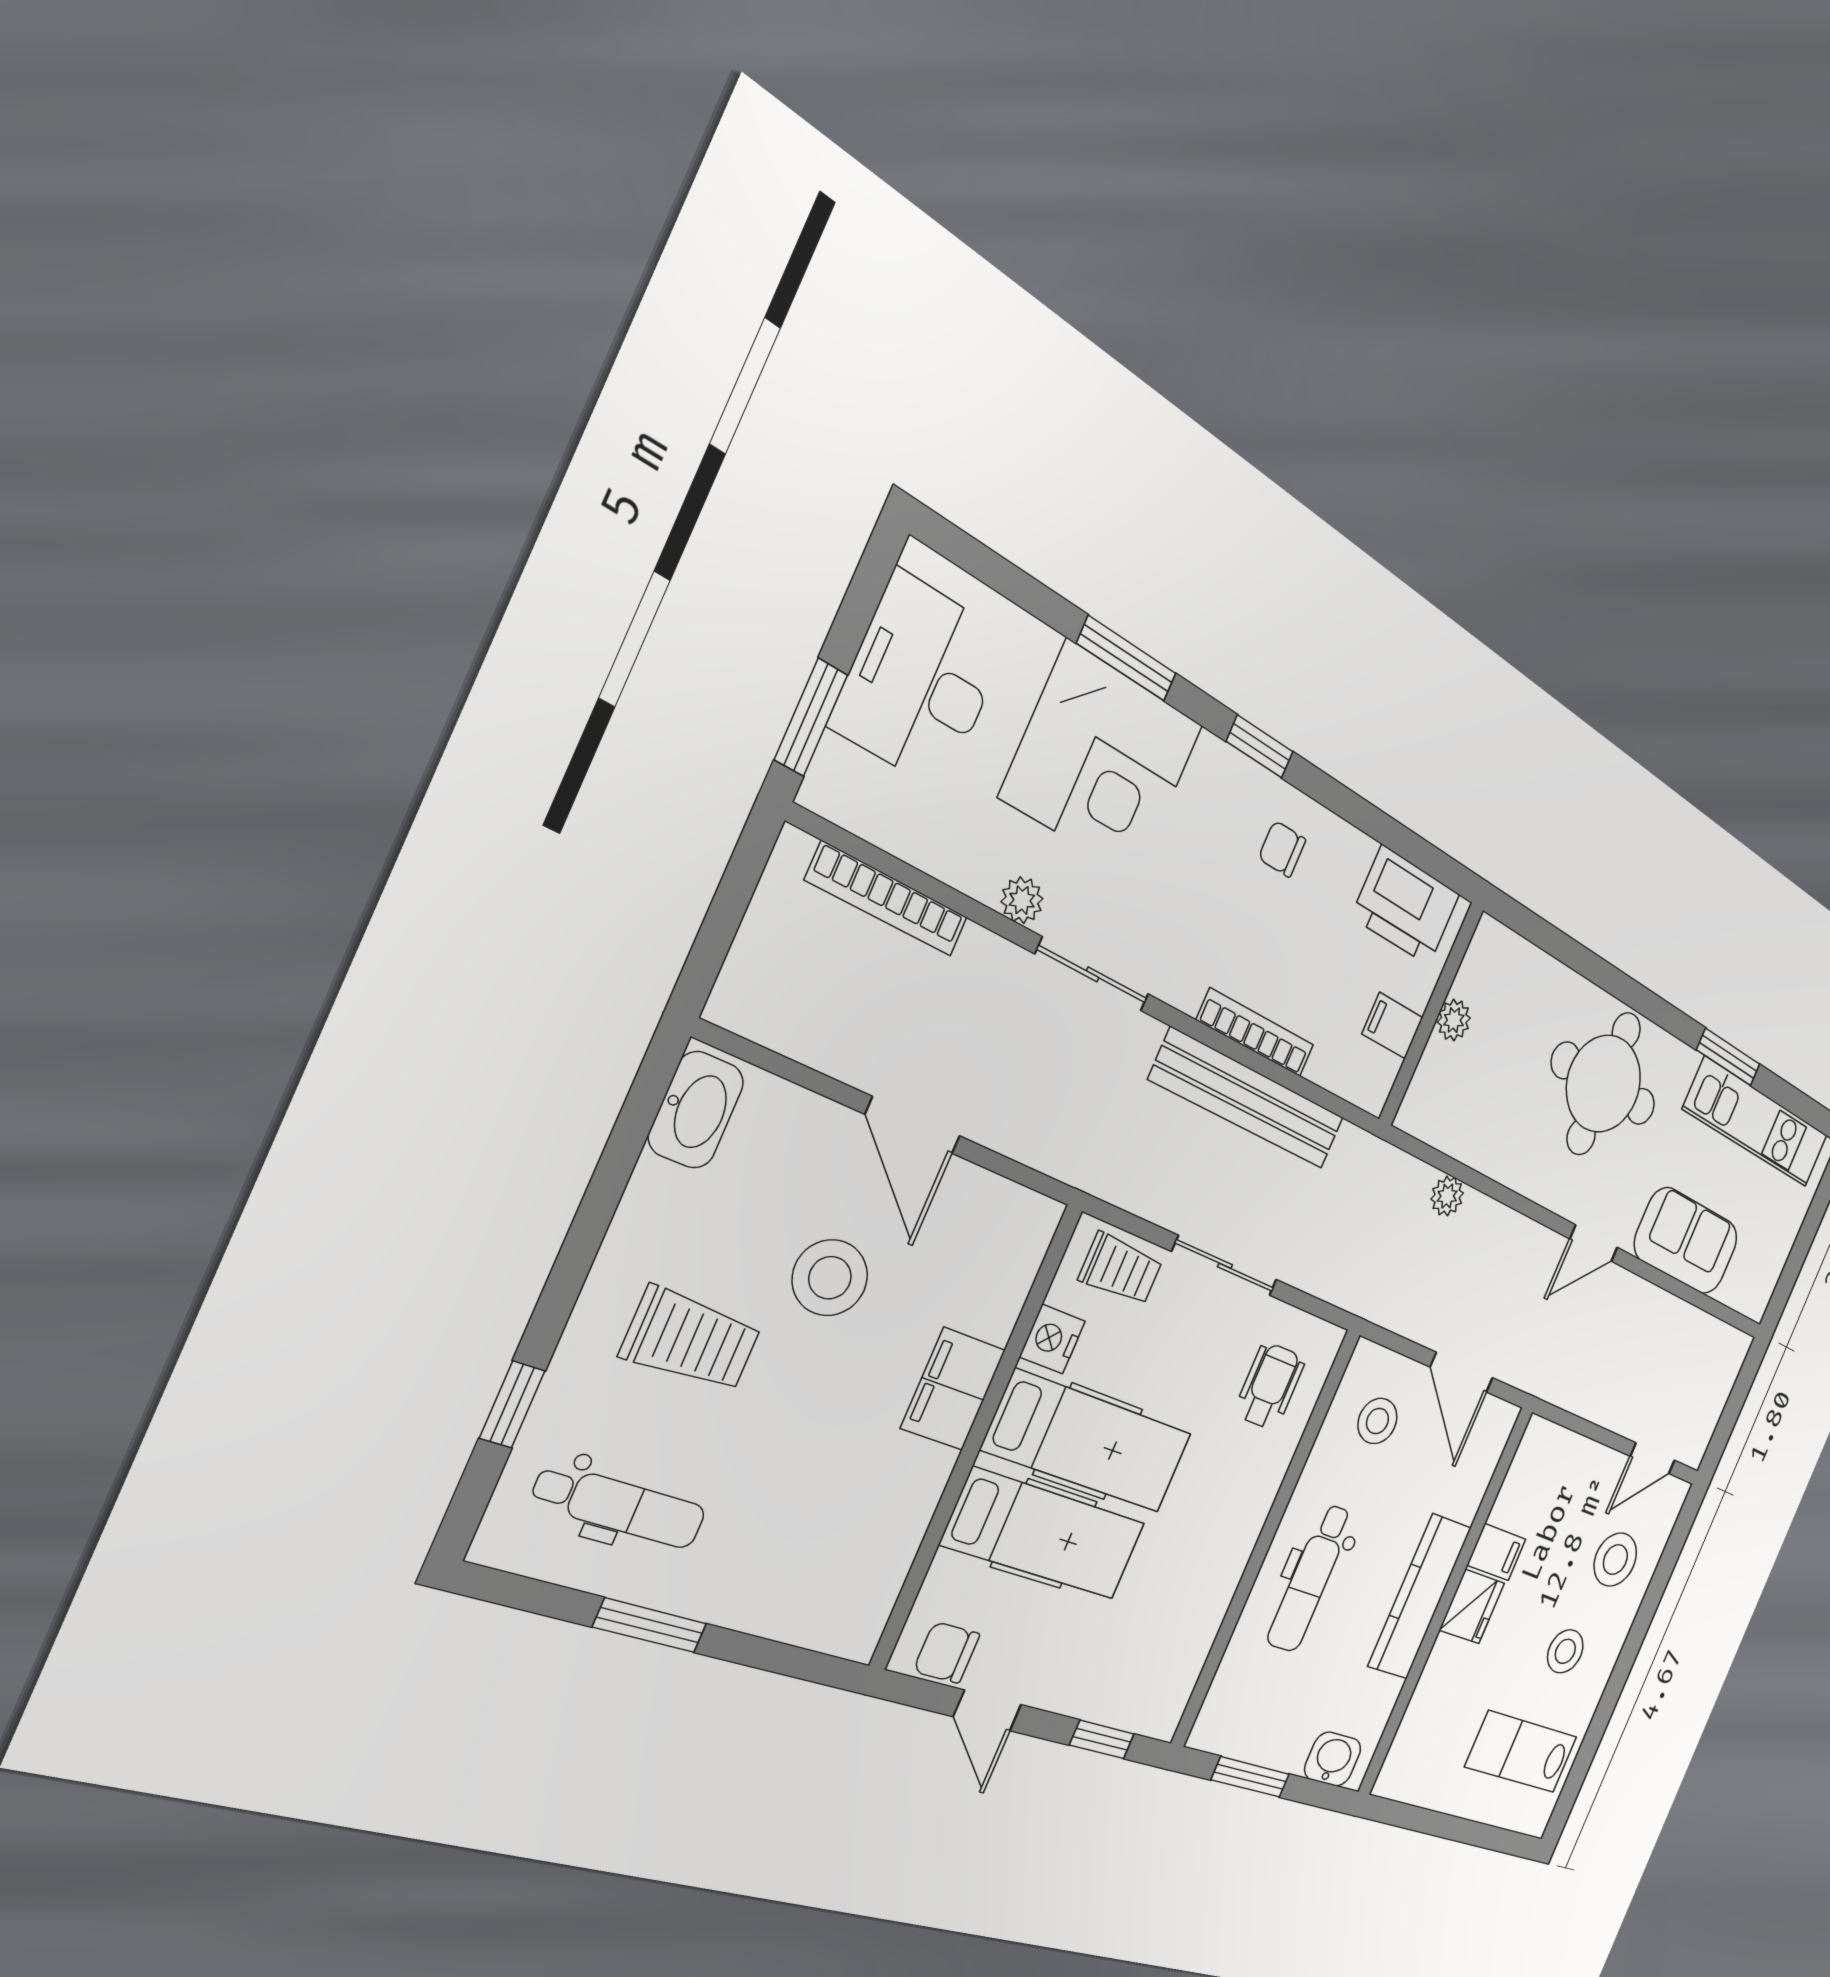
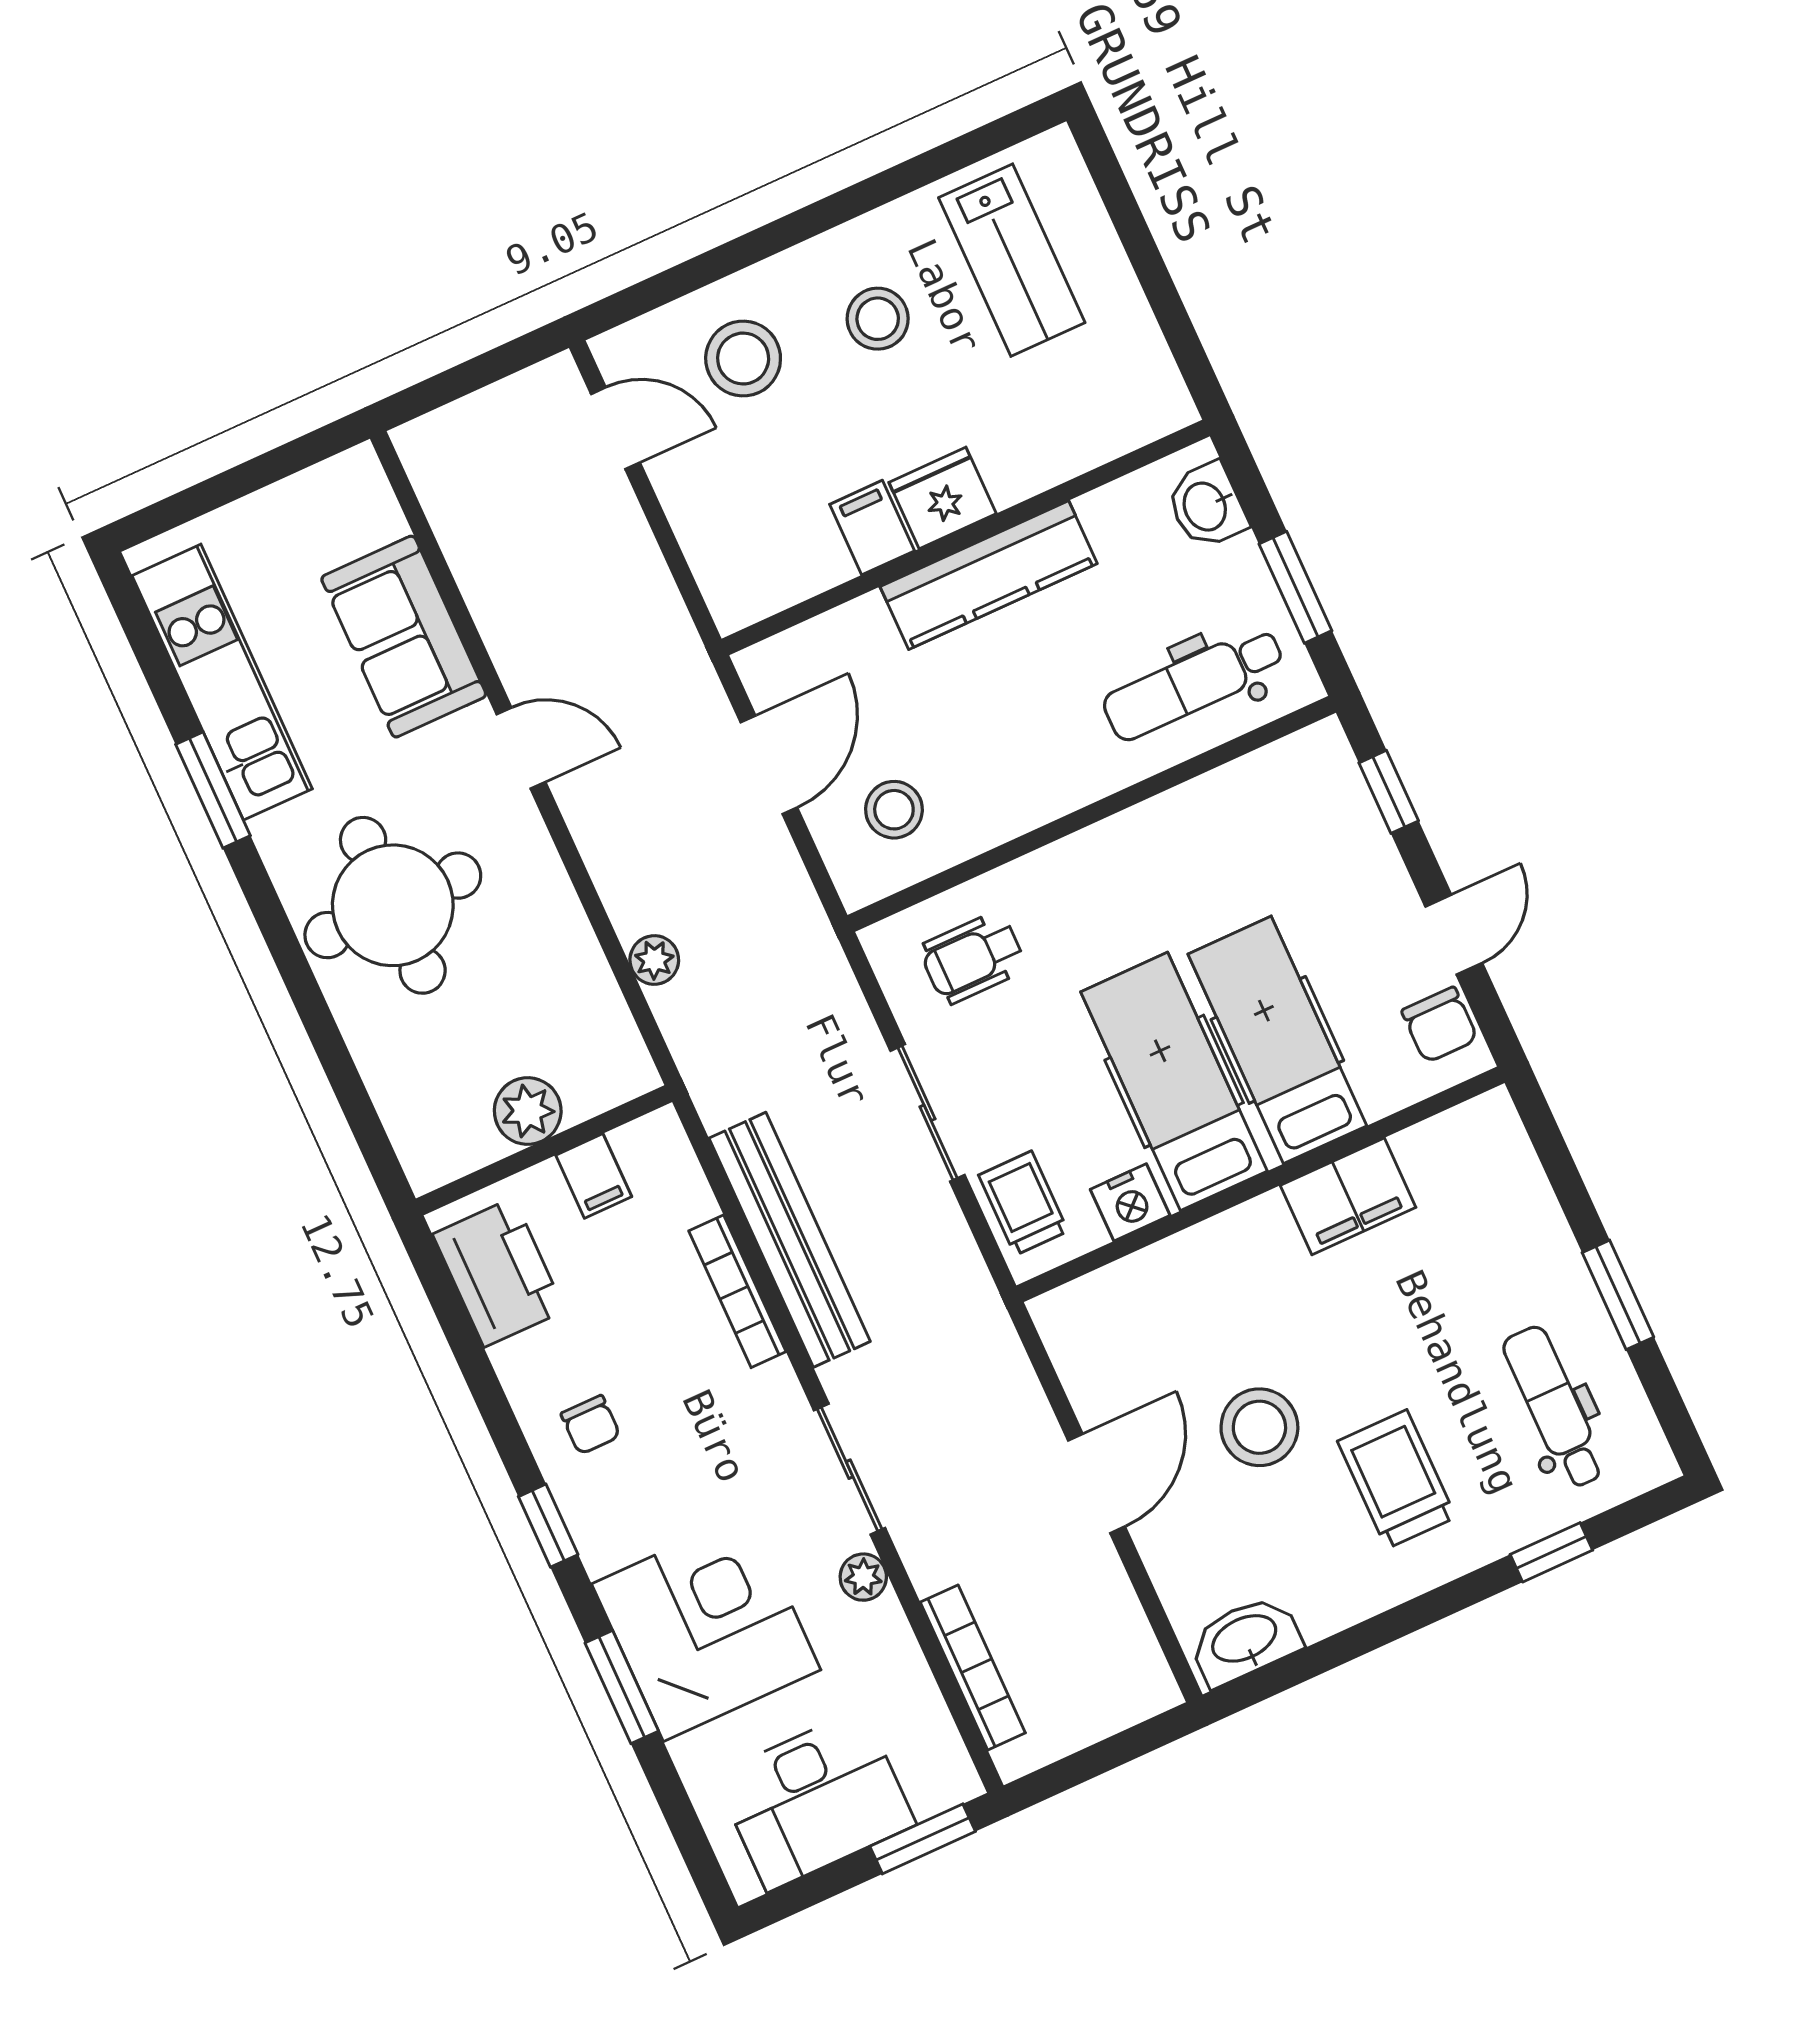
plant: (1454, 1020) -> (528, 1111), width x1.38, depth x1.38
filing cabinet: (953, 1389) -> (1348, 1196), moved
dental chair: (1310, 1578) -> (1194, 683), moved, turned 180

